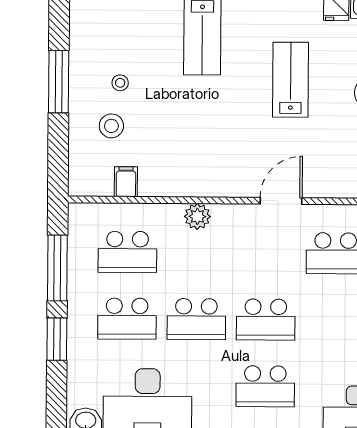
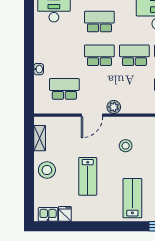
stool: (215, 140) -> (126, 146), added
plant: (197, 216) -> (114, 107), moved

